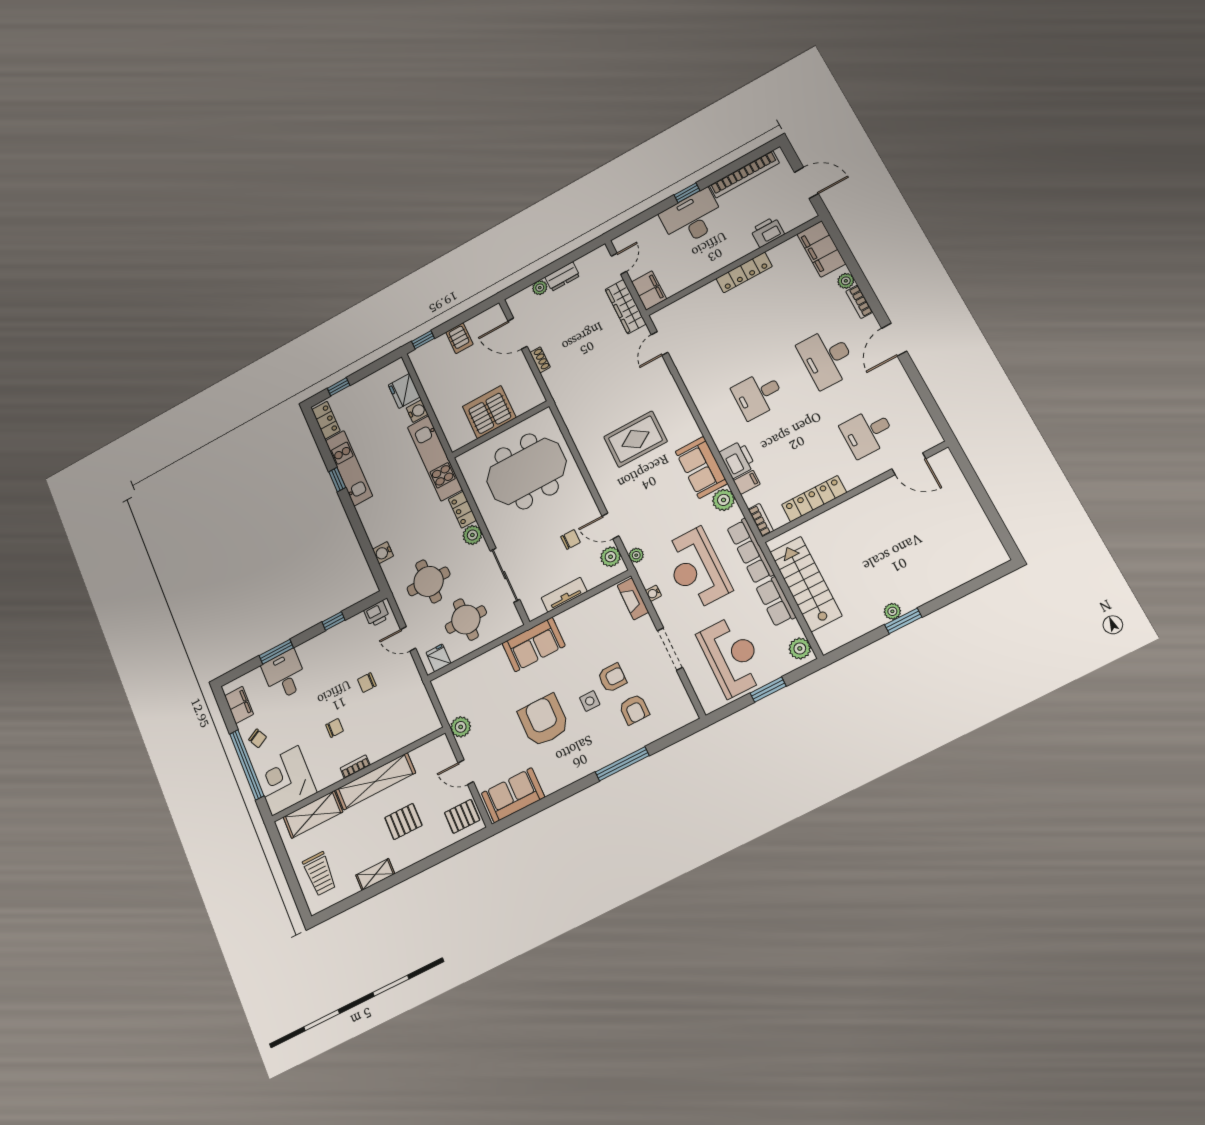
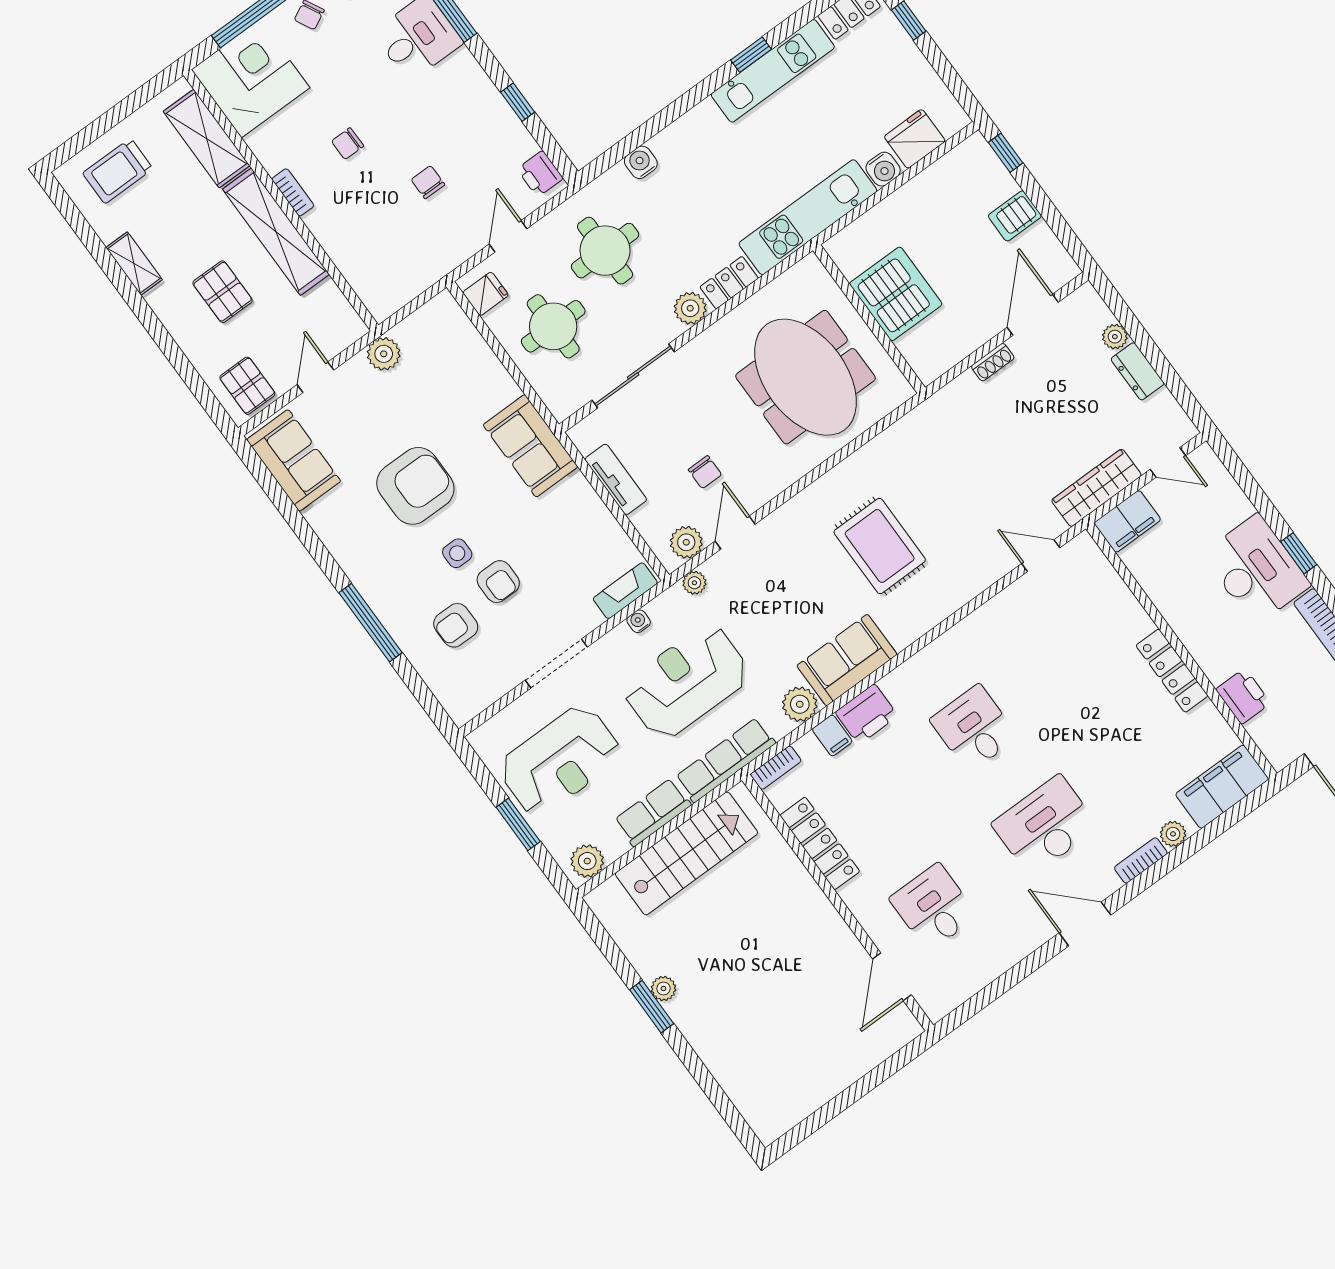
chair: (335, 728) -> (348, 144), turned 90

